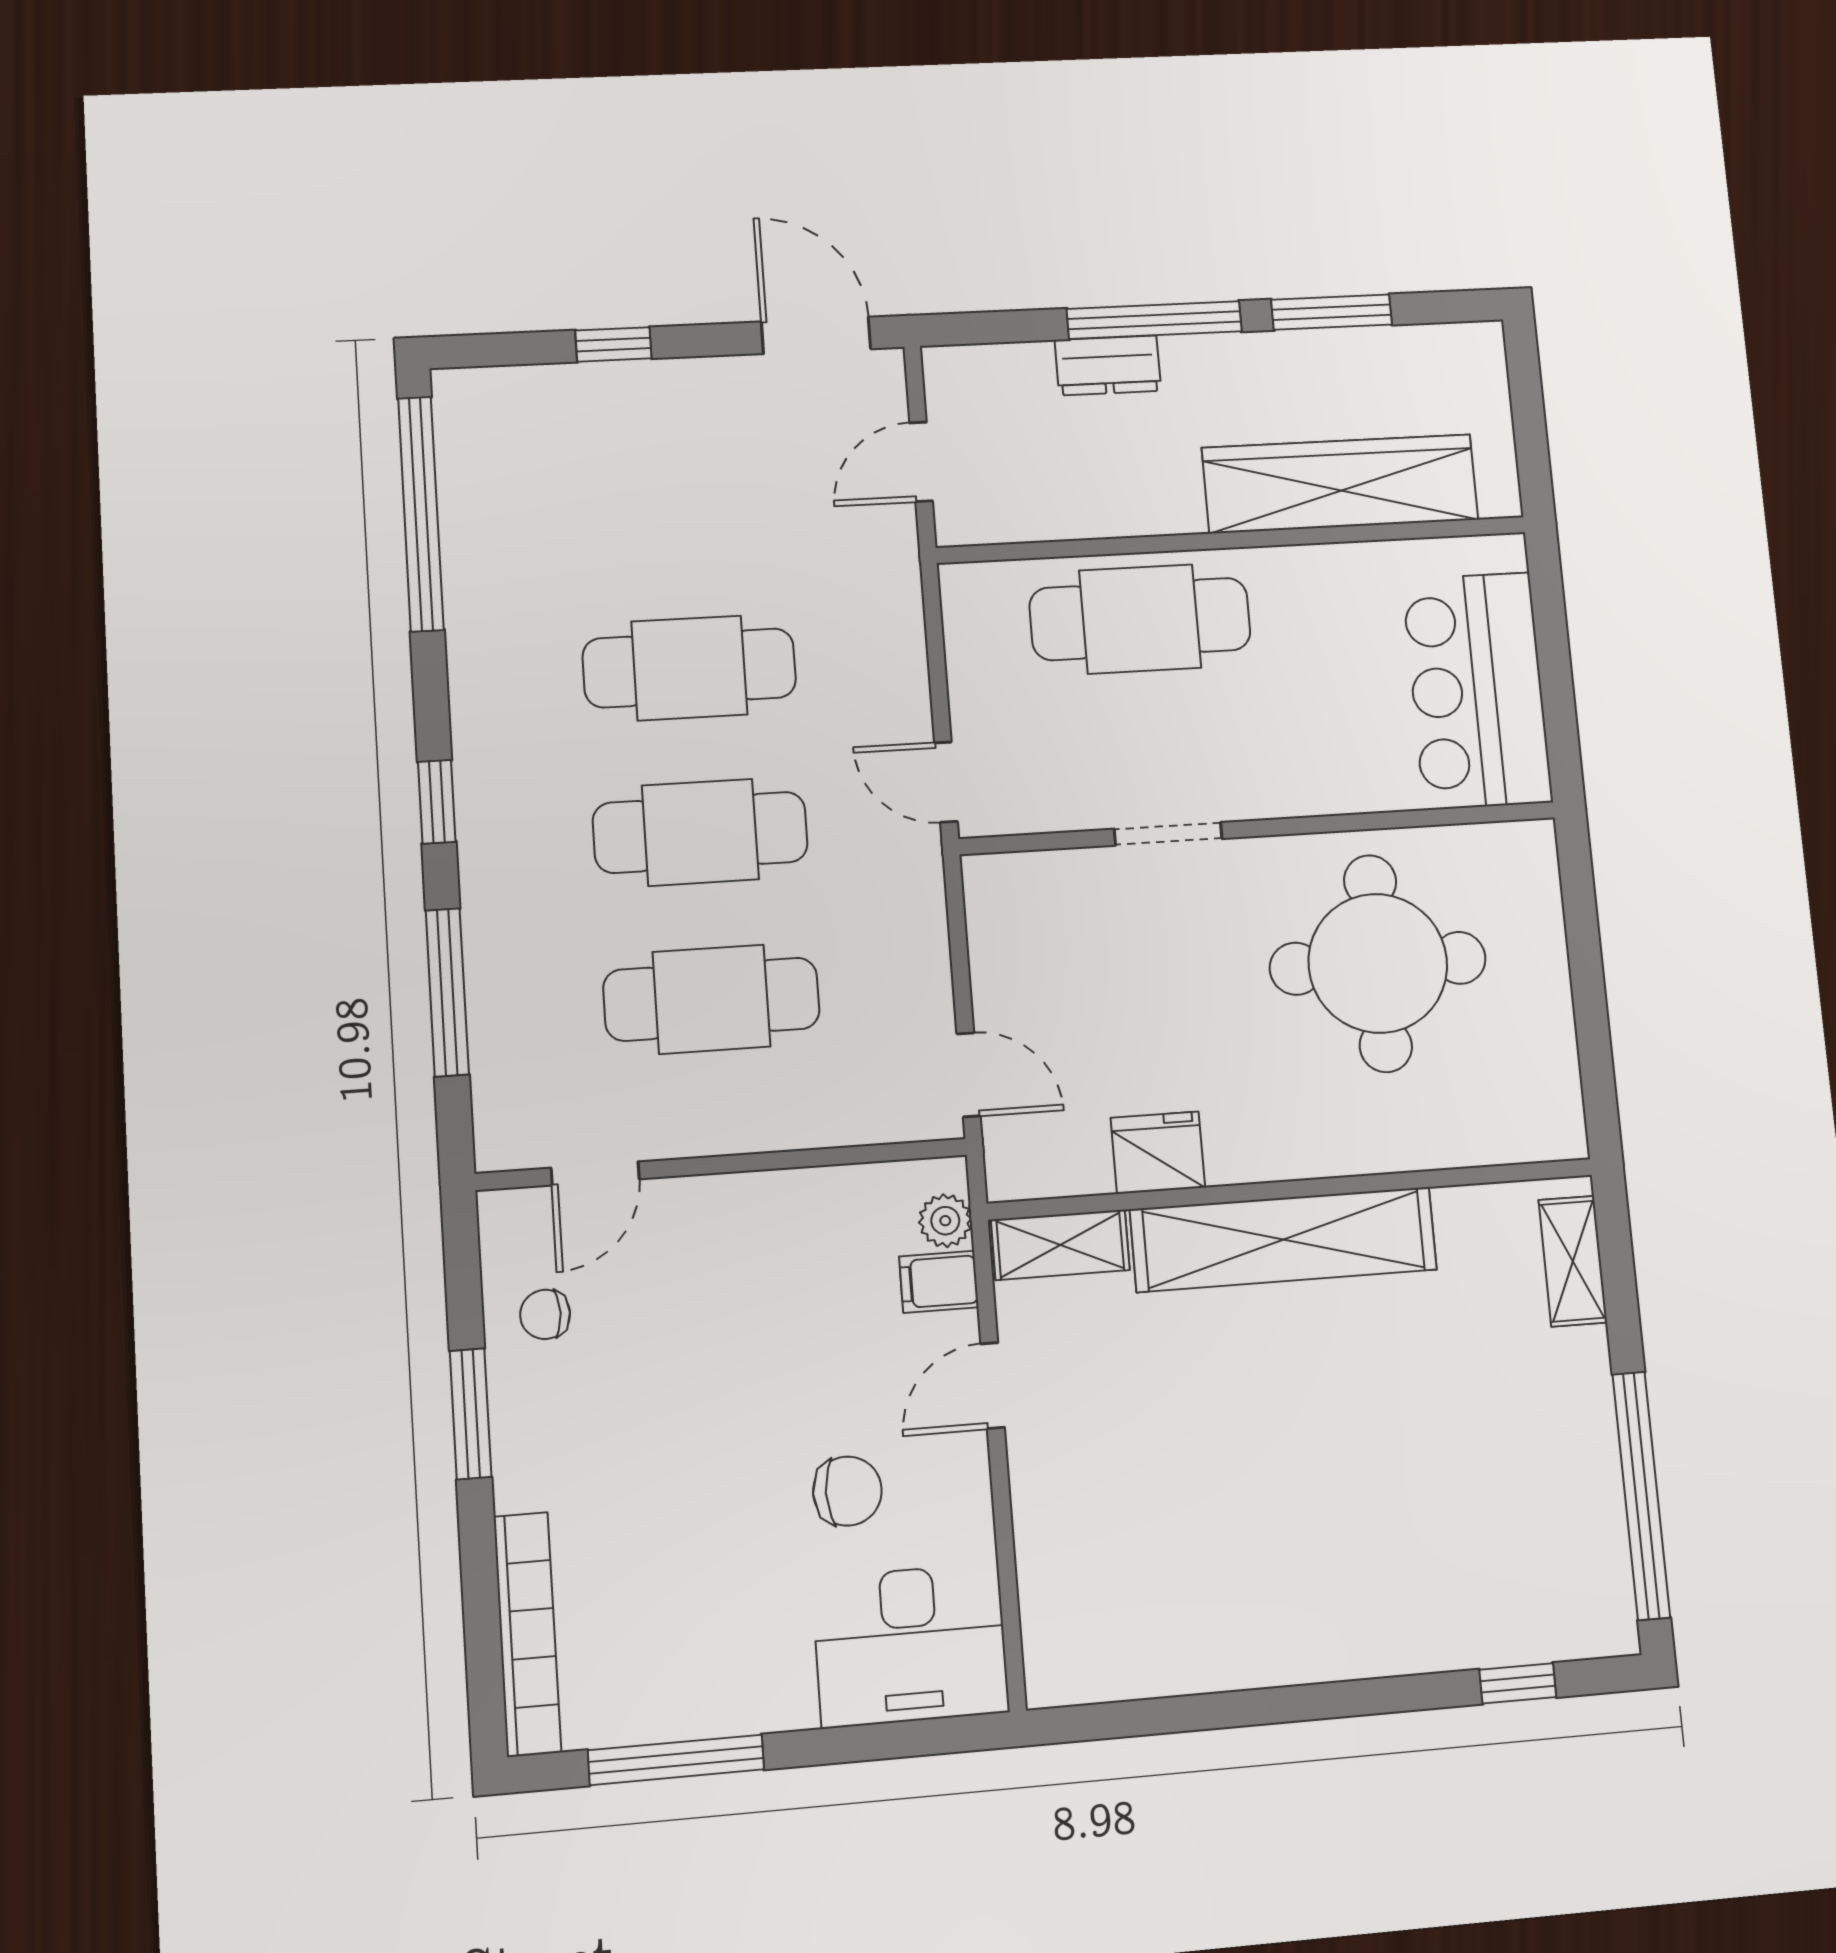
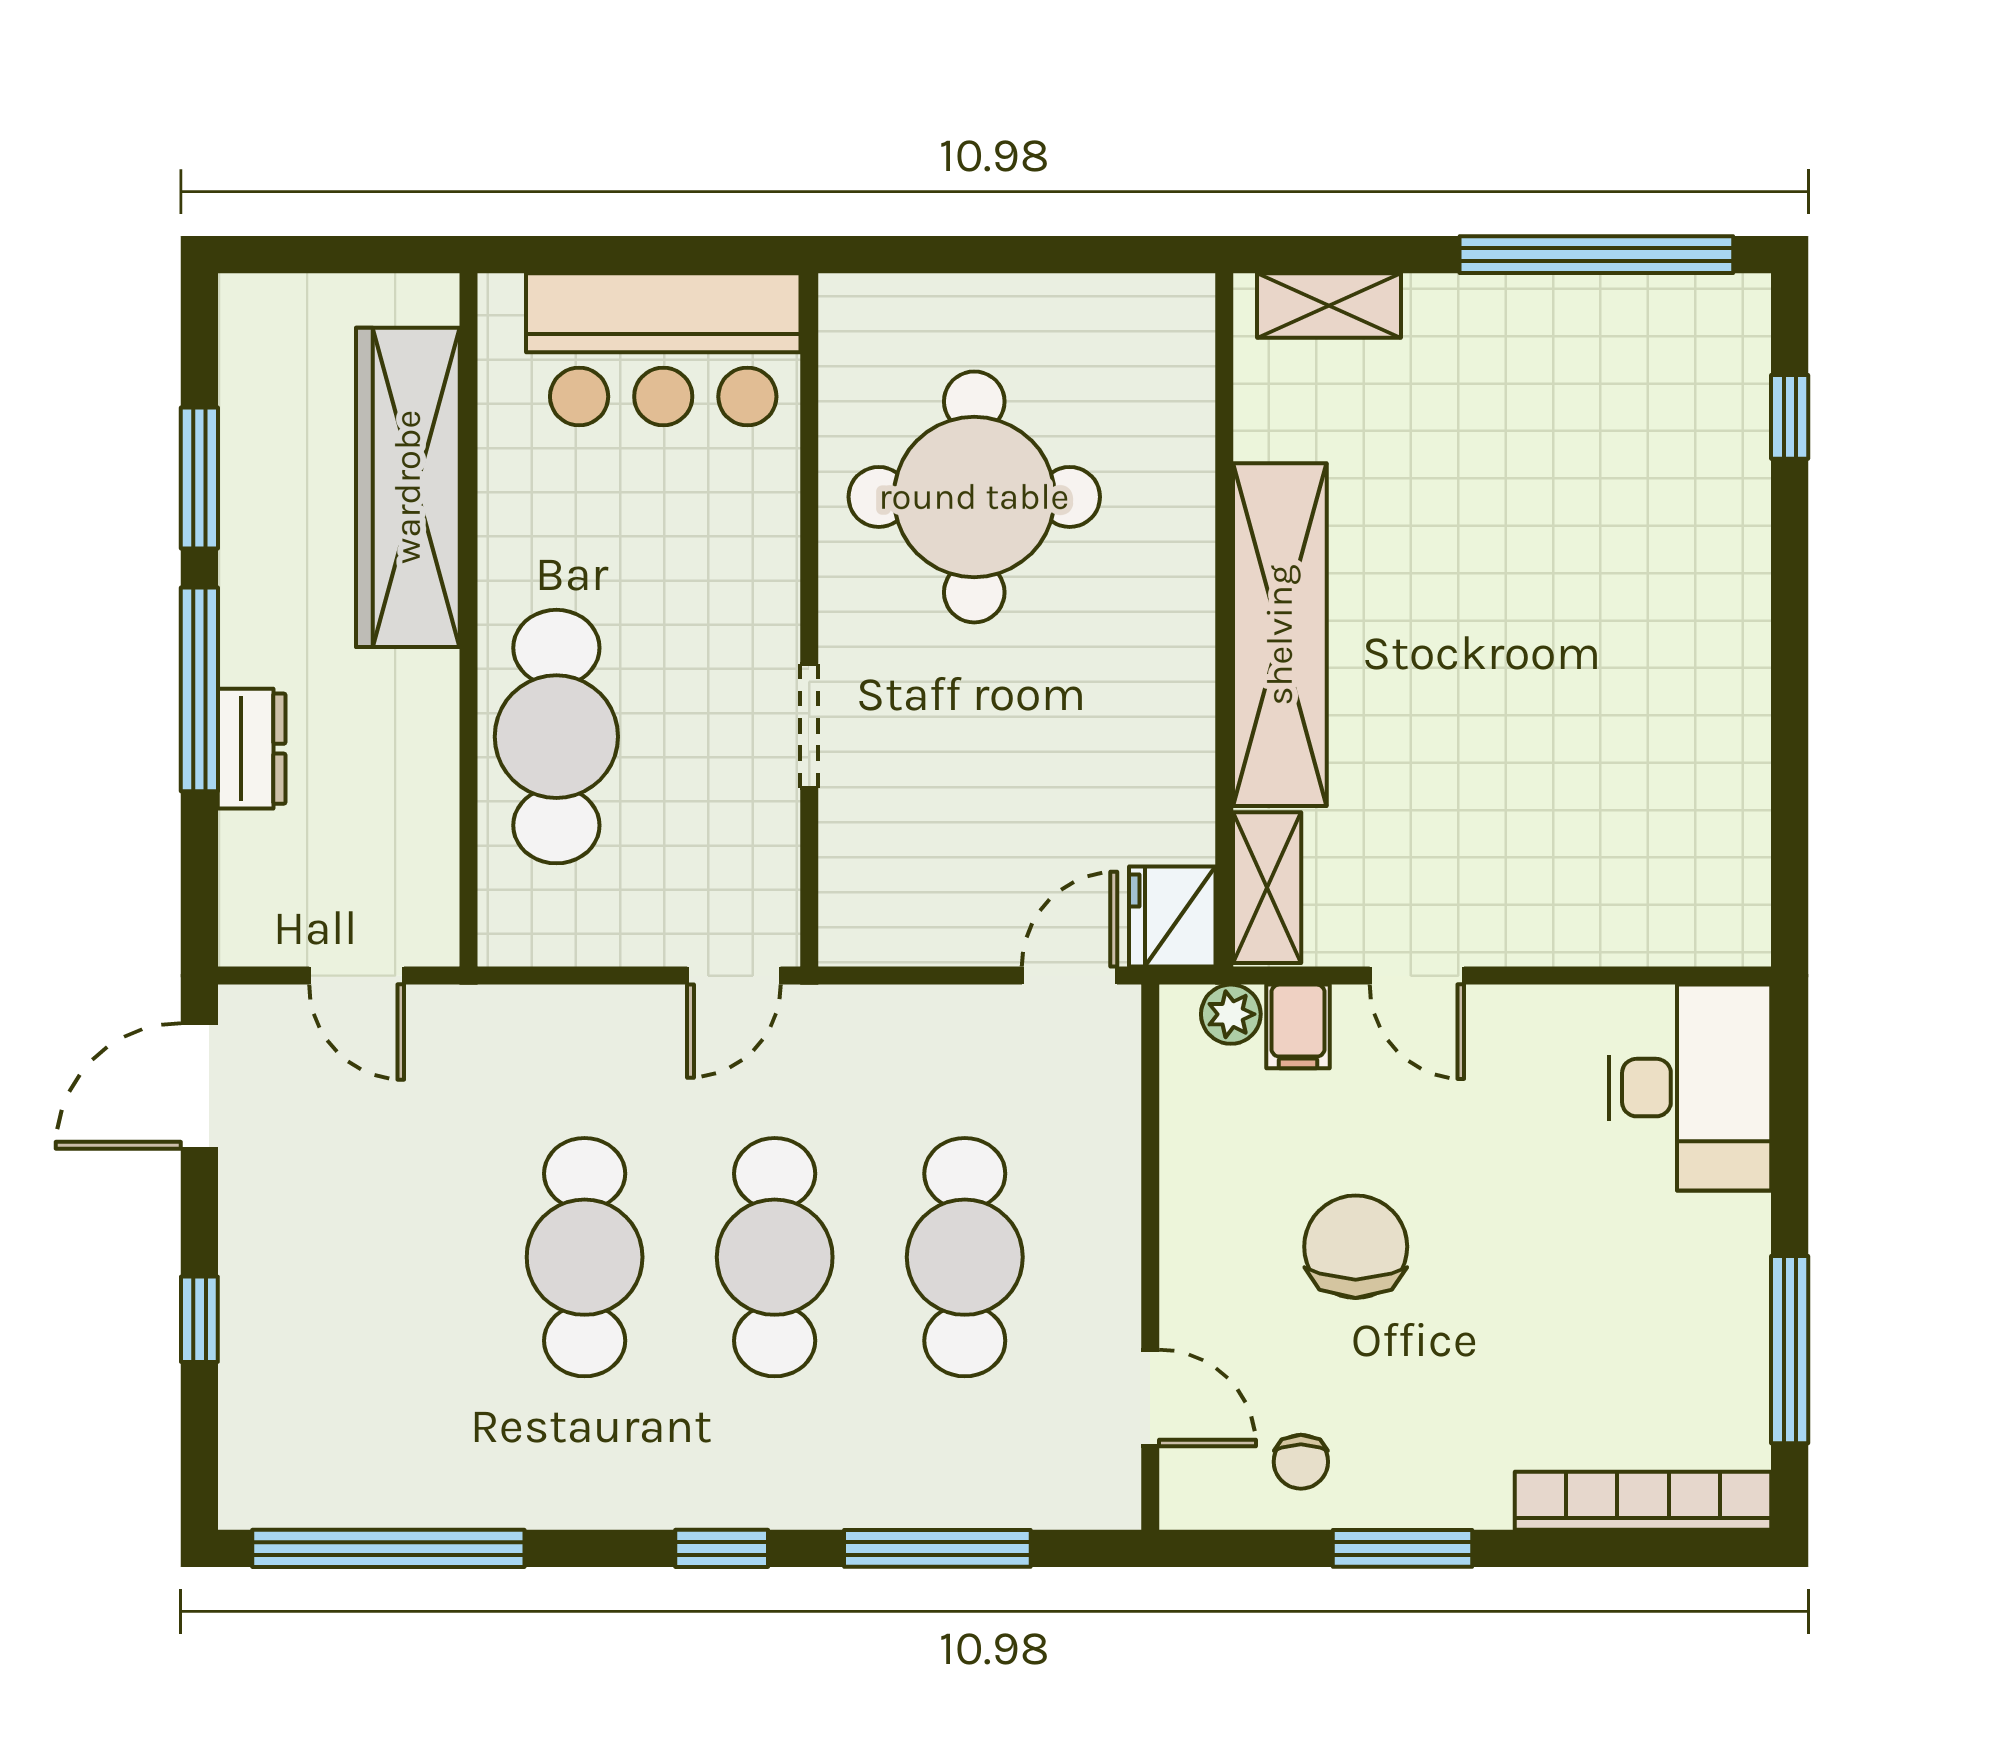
fridge: (1158, 1153) -> (1172, 917), moved
chair: (847, 1491) -> (1356, 1247), moved, width x1.37, depth x1.37

